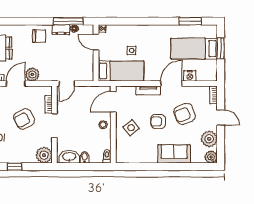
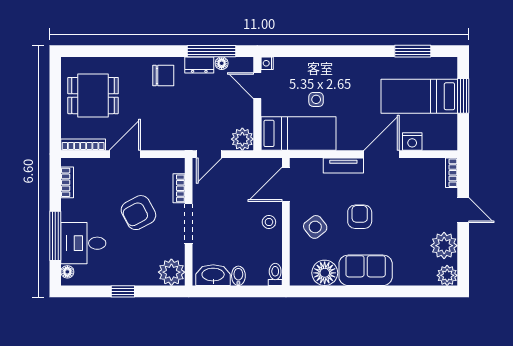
plant: (32, 74) -> (242, 139), moved
armchair: (185, 114) -> (404, 204), removed
armchair: (158, 121) -> (360, 217), turned 90
sofa: (174, 154) -> (366, 270), moved
floor lamp: (137, 155) -> (325, 273), added

